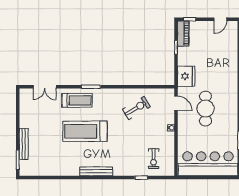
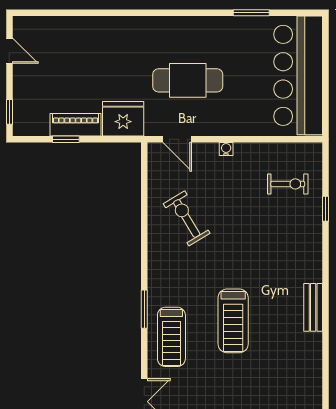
piano: (183, 34) -> (76, 125), moved
treadmill: (77, 100) -> (171, 337), turned 180
door: (176, 103) -> (177, 139), swing flipped
treadmill: (85, 131) -> (233, 321), width x0.73, depth x0.73
bench: (96, 171) -> (313, 307), width x0.73

